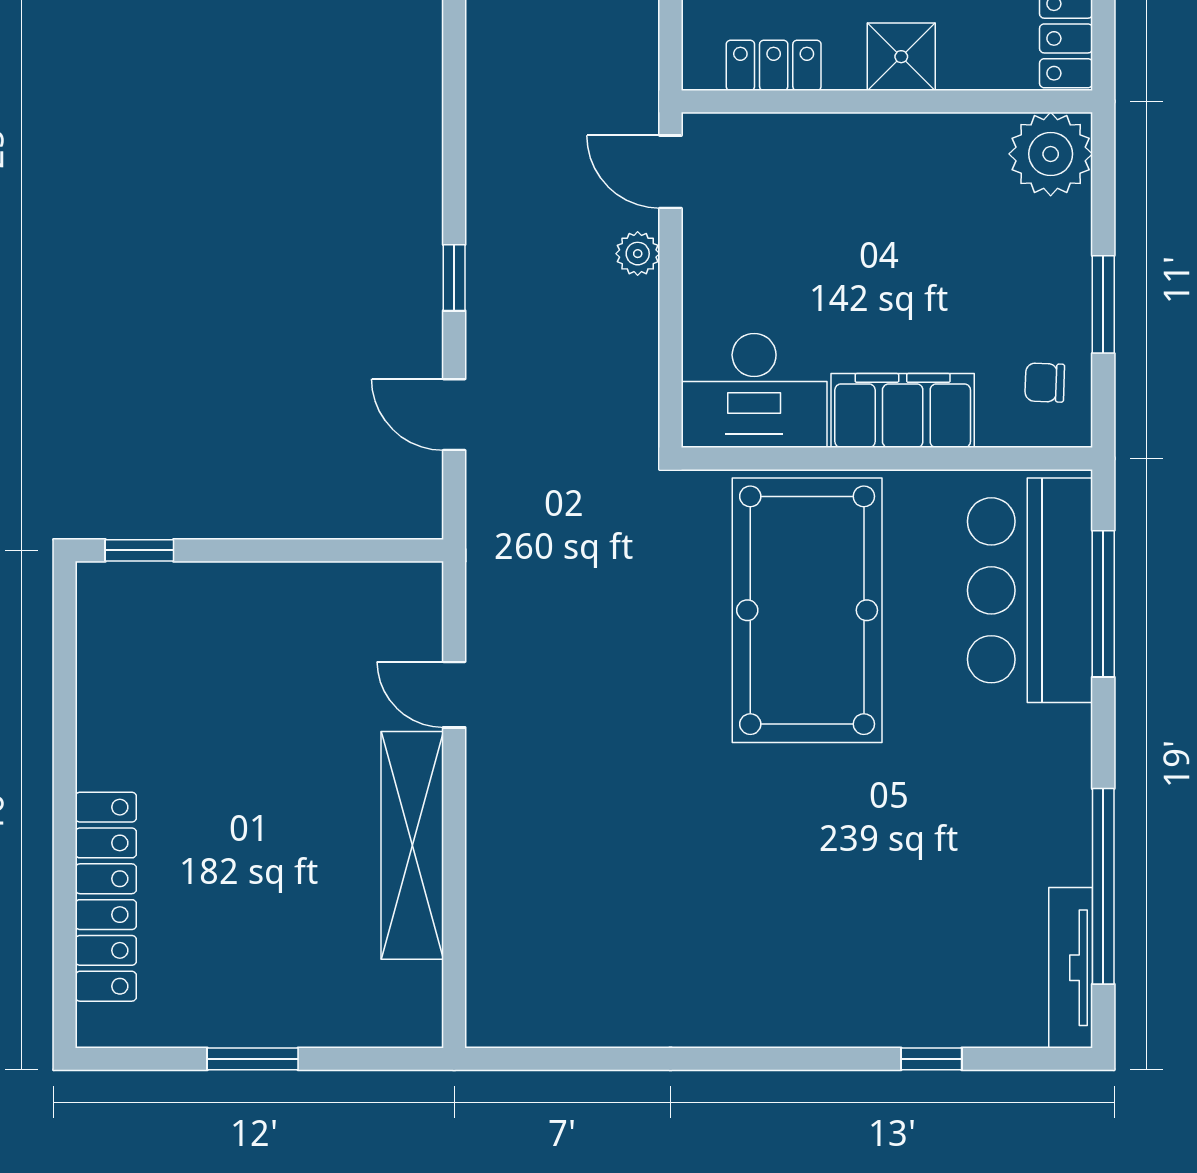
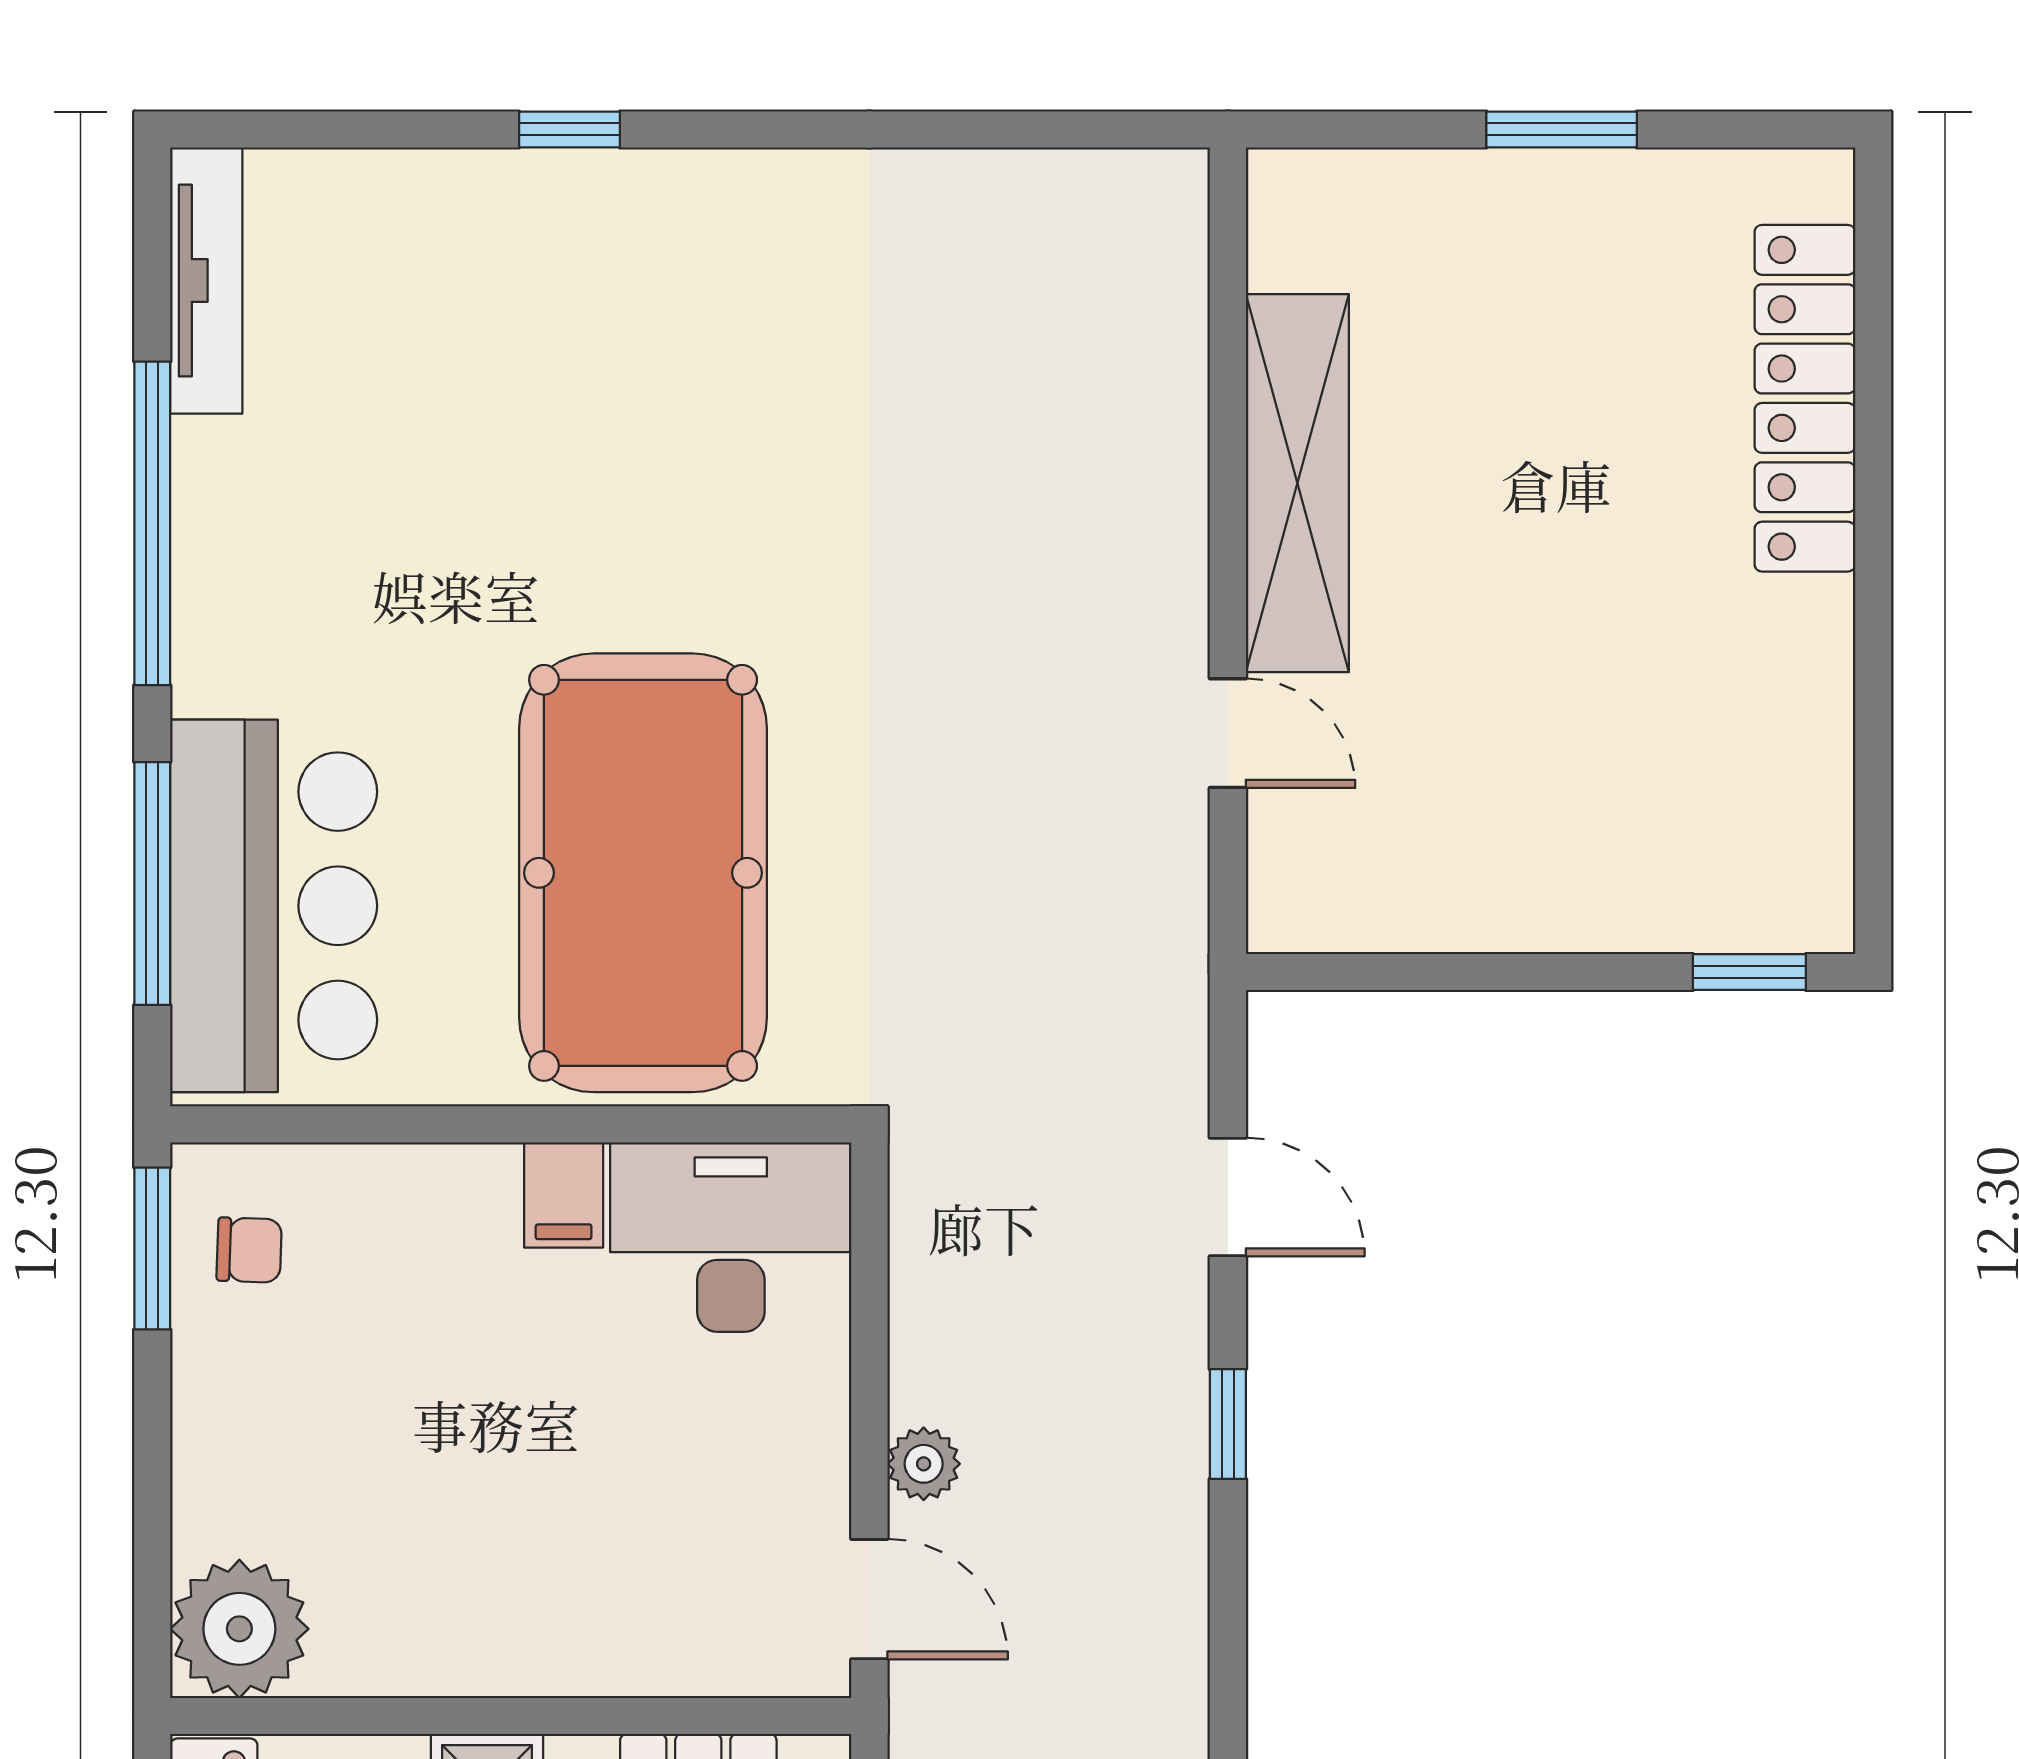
window: (1103, 304) -> (152, 1249), moved
filing cabinet: (903, 411) -> (564, 1195), width x0.33, depth x0.86
window: (1103, 886) -> (152, 523), moved
window: (931, 1059) -> (570, 129), moved

